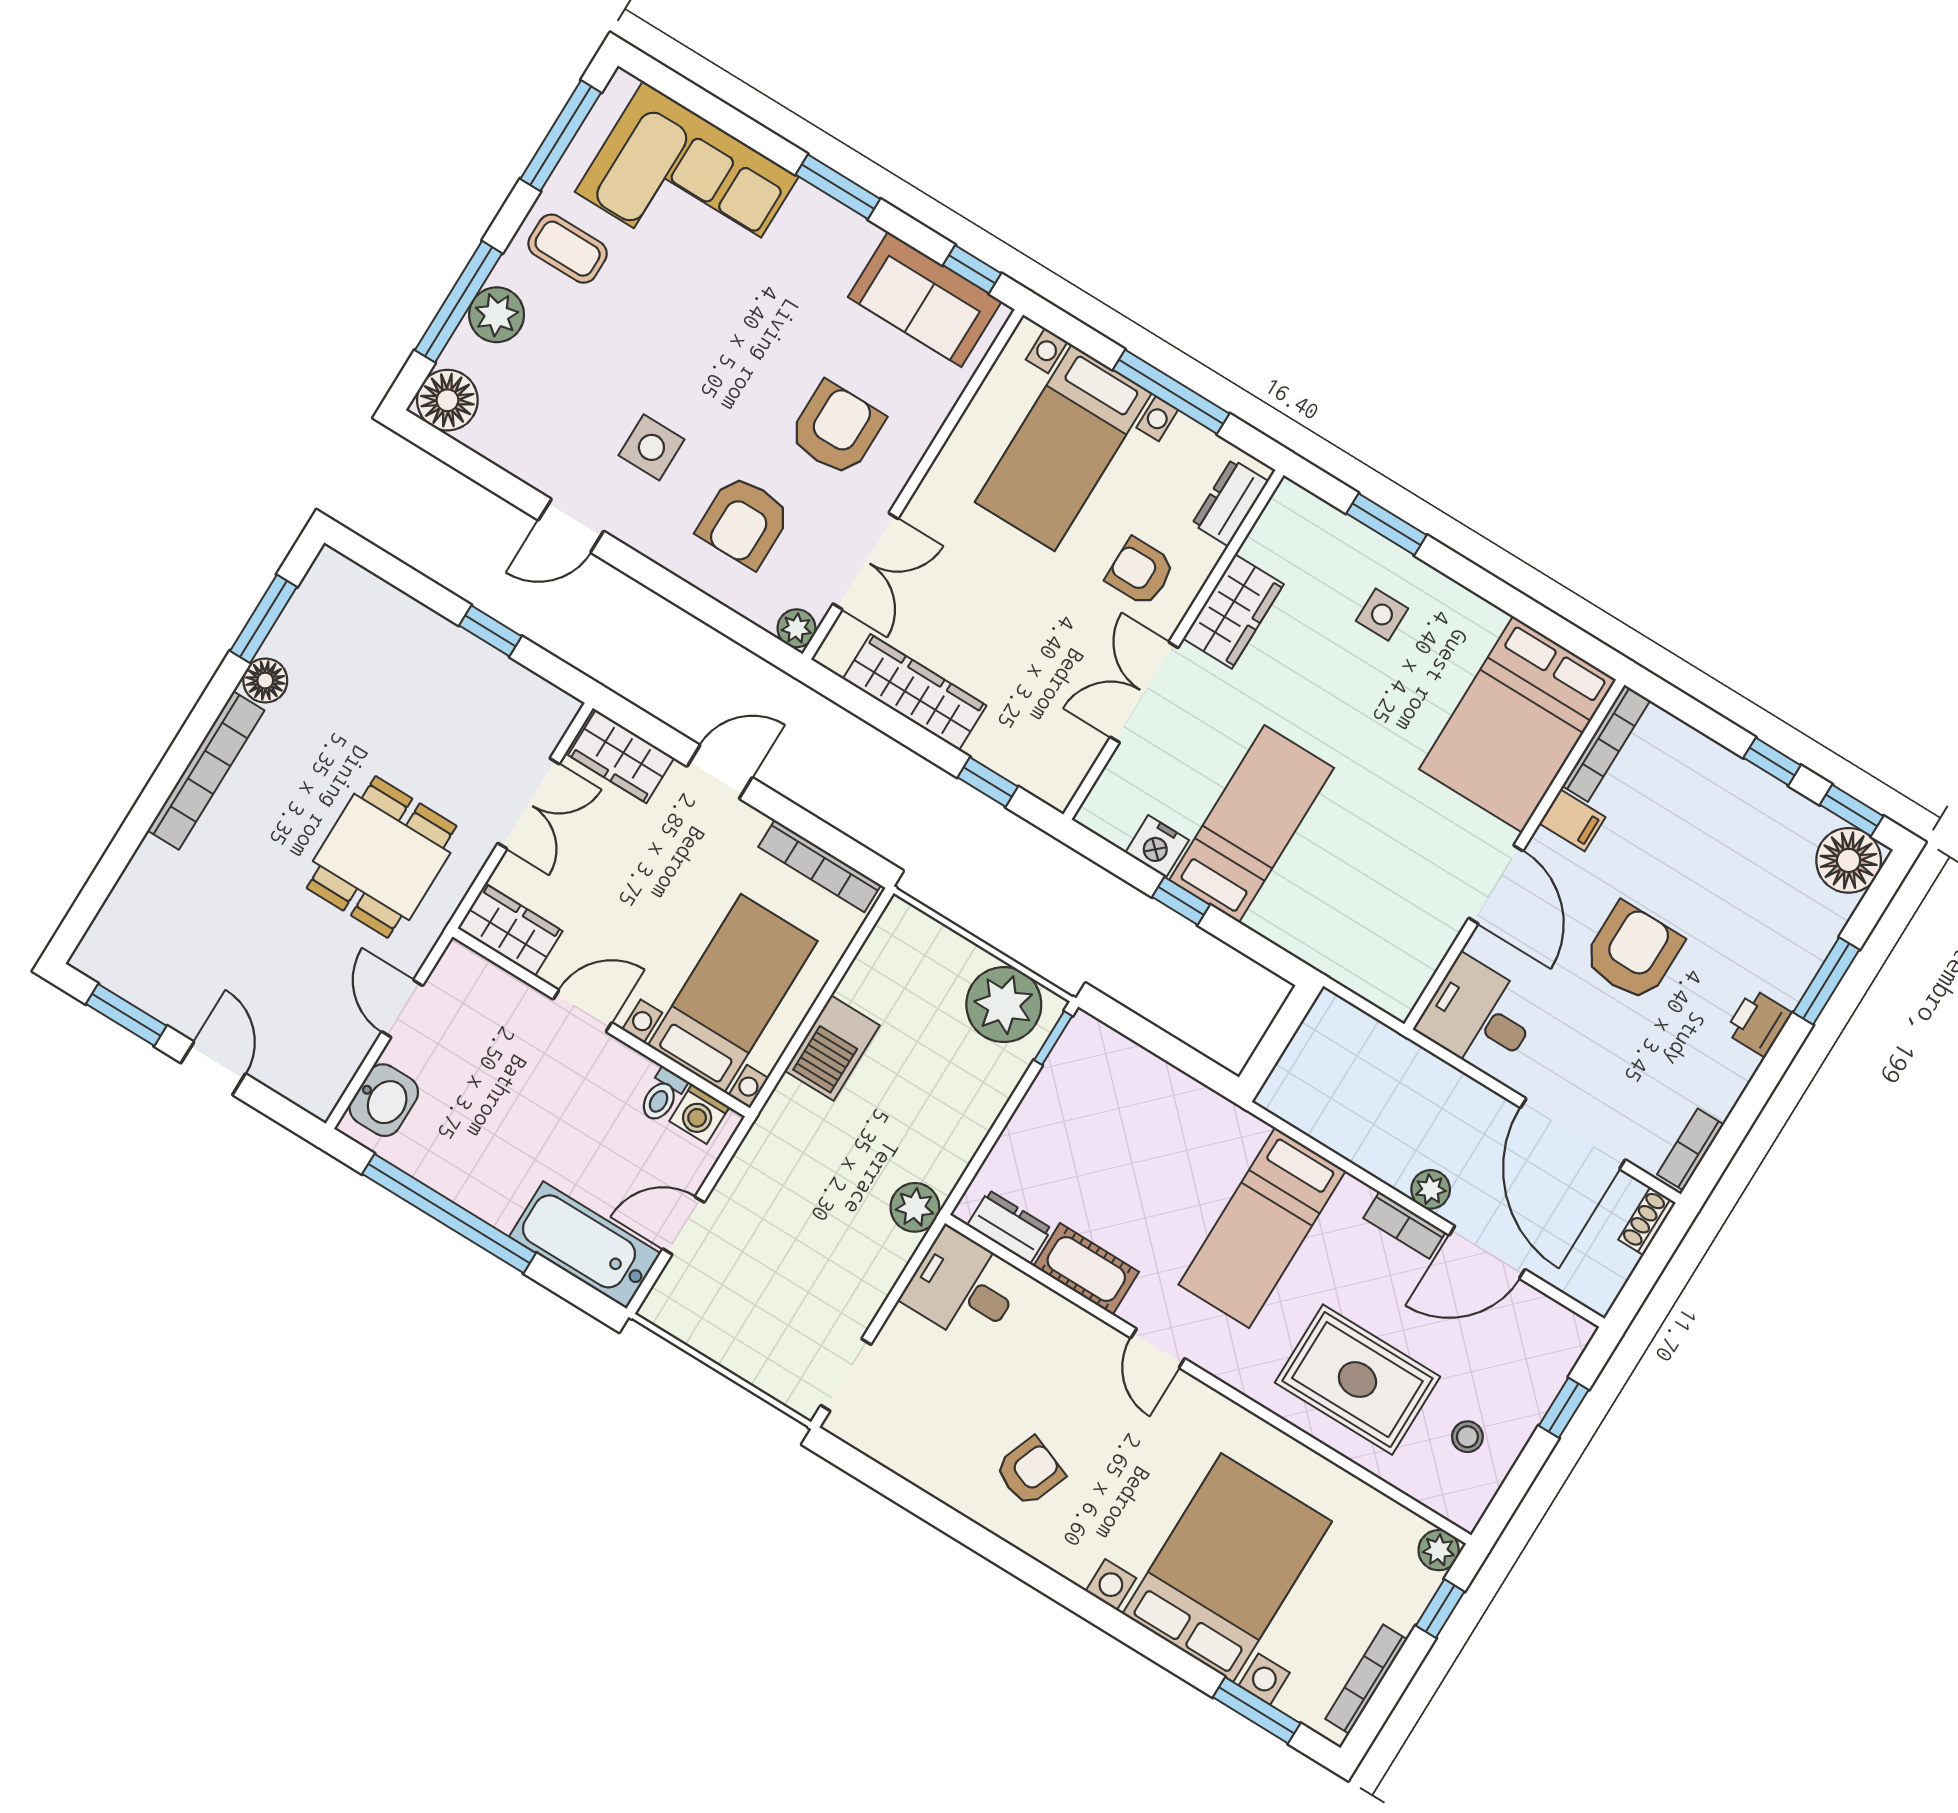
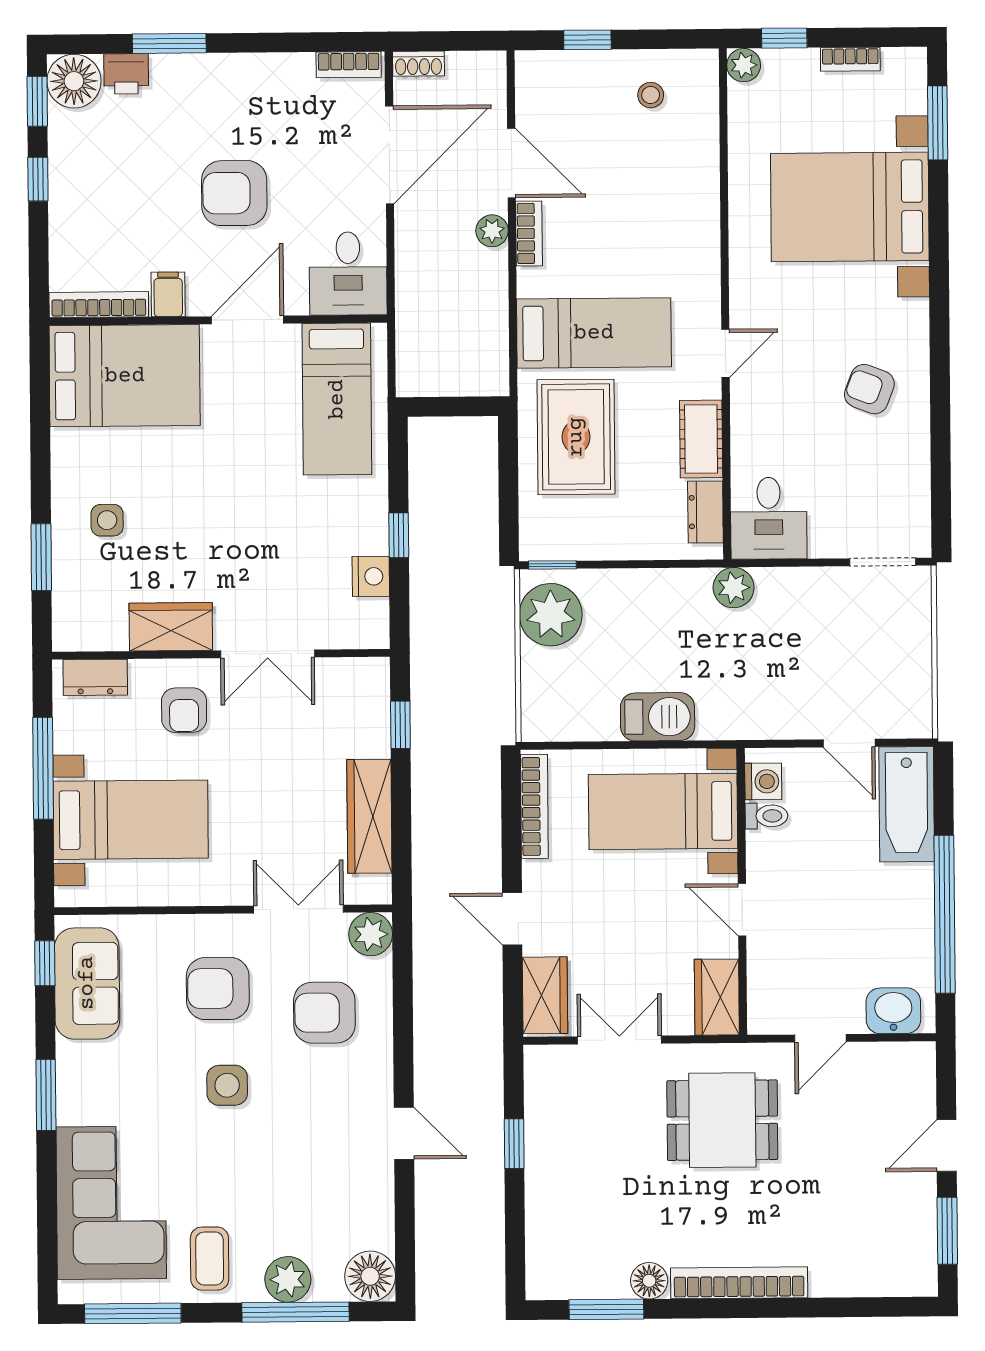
side table: (651, 447) -> (227, 1085), moved
armchair: (744, 522) -> (324, 1013), turned 180
plant: (796, 628) -> (371, 934), width x1.38, depth x1.38
bed: (1252, 824) -> (337, 399), moved, turned -90
printer: (1758, 1023) -> (126, 74), moved
rug: (1357, 1380) -> (576, 437), moved
bookcase: (1366, 1679) -> (850, 59), width x0.64

